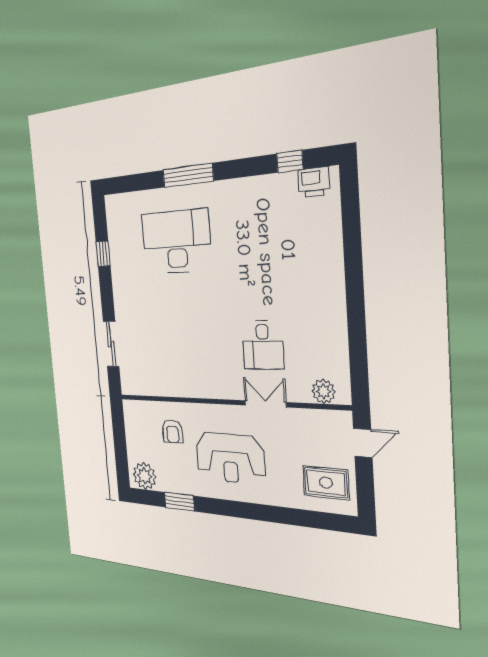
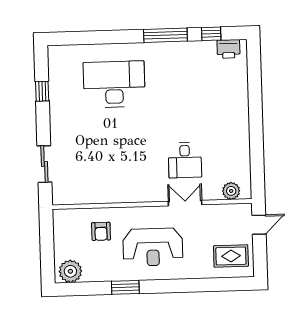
window: (188, 175) -> (165, 35), moved
window: (179, 502) -> (125, 287), moved

